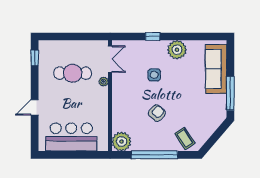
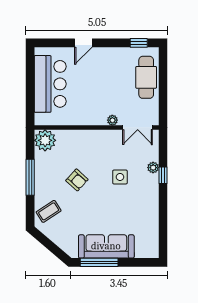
plant: (177, 50) -> (153, 168), moved, width x0.53, depth x0.53
sofa: (216, 69) -> (106, 246), moved
cafe table: (73, 73) -> (146, 77), moved
door: (35, 107) -> (83, 43), swing flipped
window: (154, 155) -> (30, 177), width x0.68

